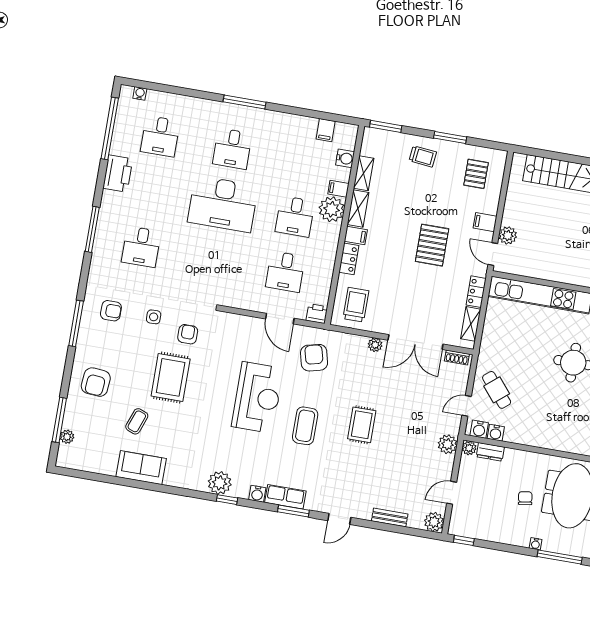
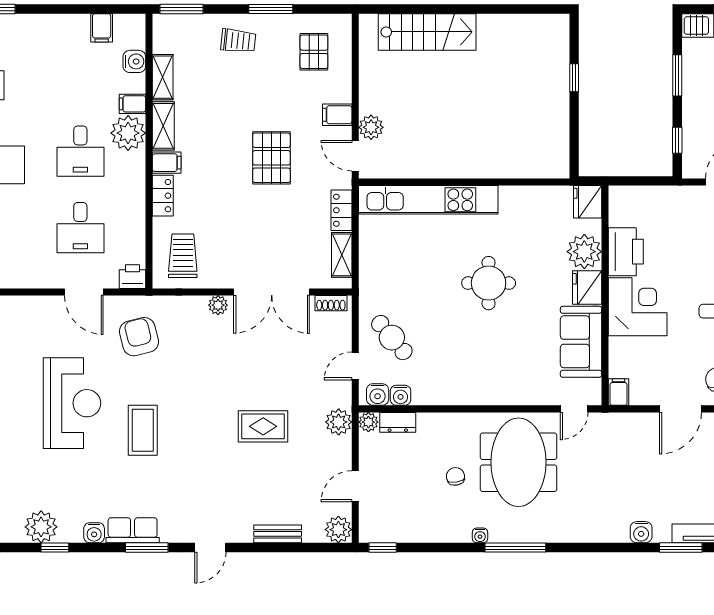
rug: (362, 425) -> (263, 426), moved, turned 90

